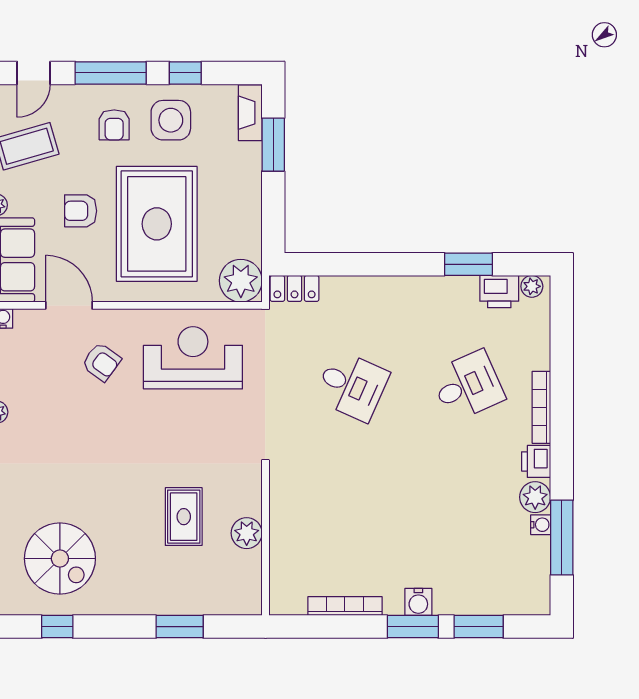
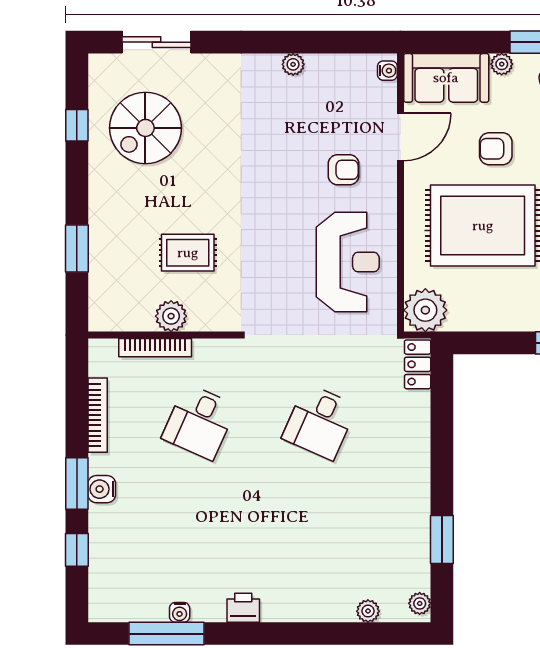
armchair: (81, 211) -> (496, 149), turned -90
printer: (499, 292) -> (414, 571), removed
armchair: (101, 362) -> (343, 170), turned -126
desk: (468, 386) -> (199, 422), moved, turned 48
bookcase: (541, 407) -> (155, 348), moved, turned 180
plant: (535, 497) -> (368, 611), moved, width x0.73, depth x0.73
window: (479, 627) -> (77, 550), width x0.67

